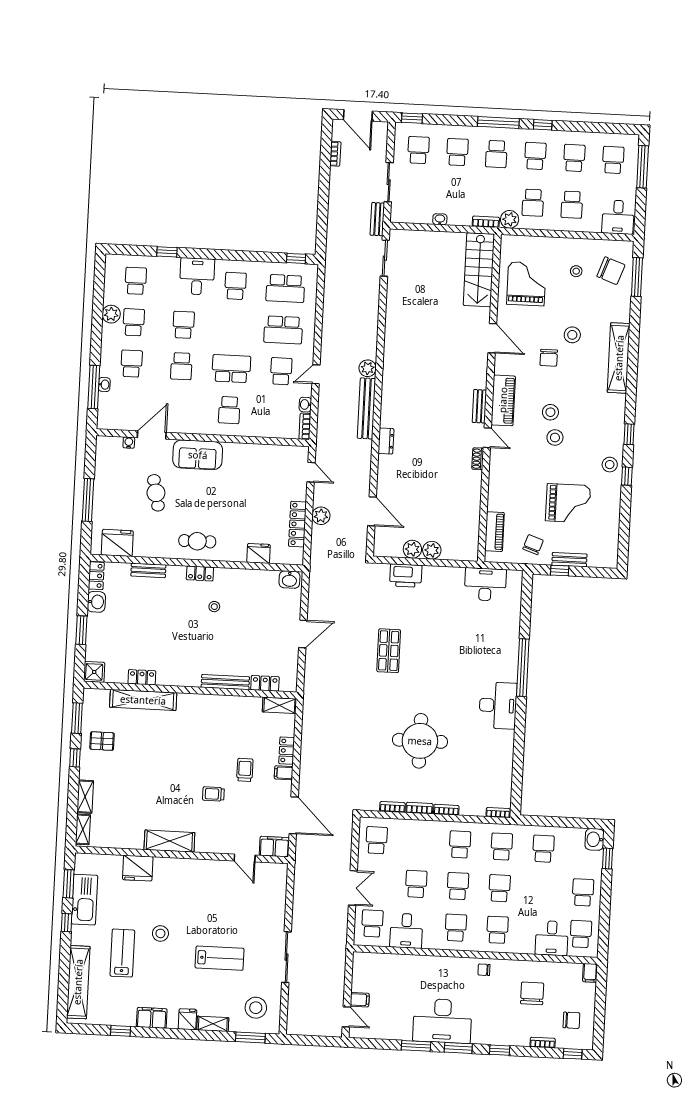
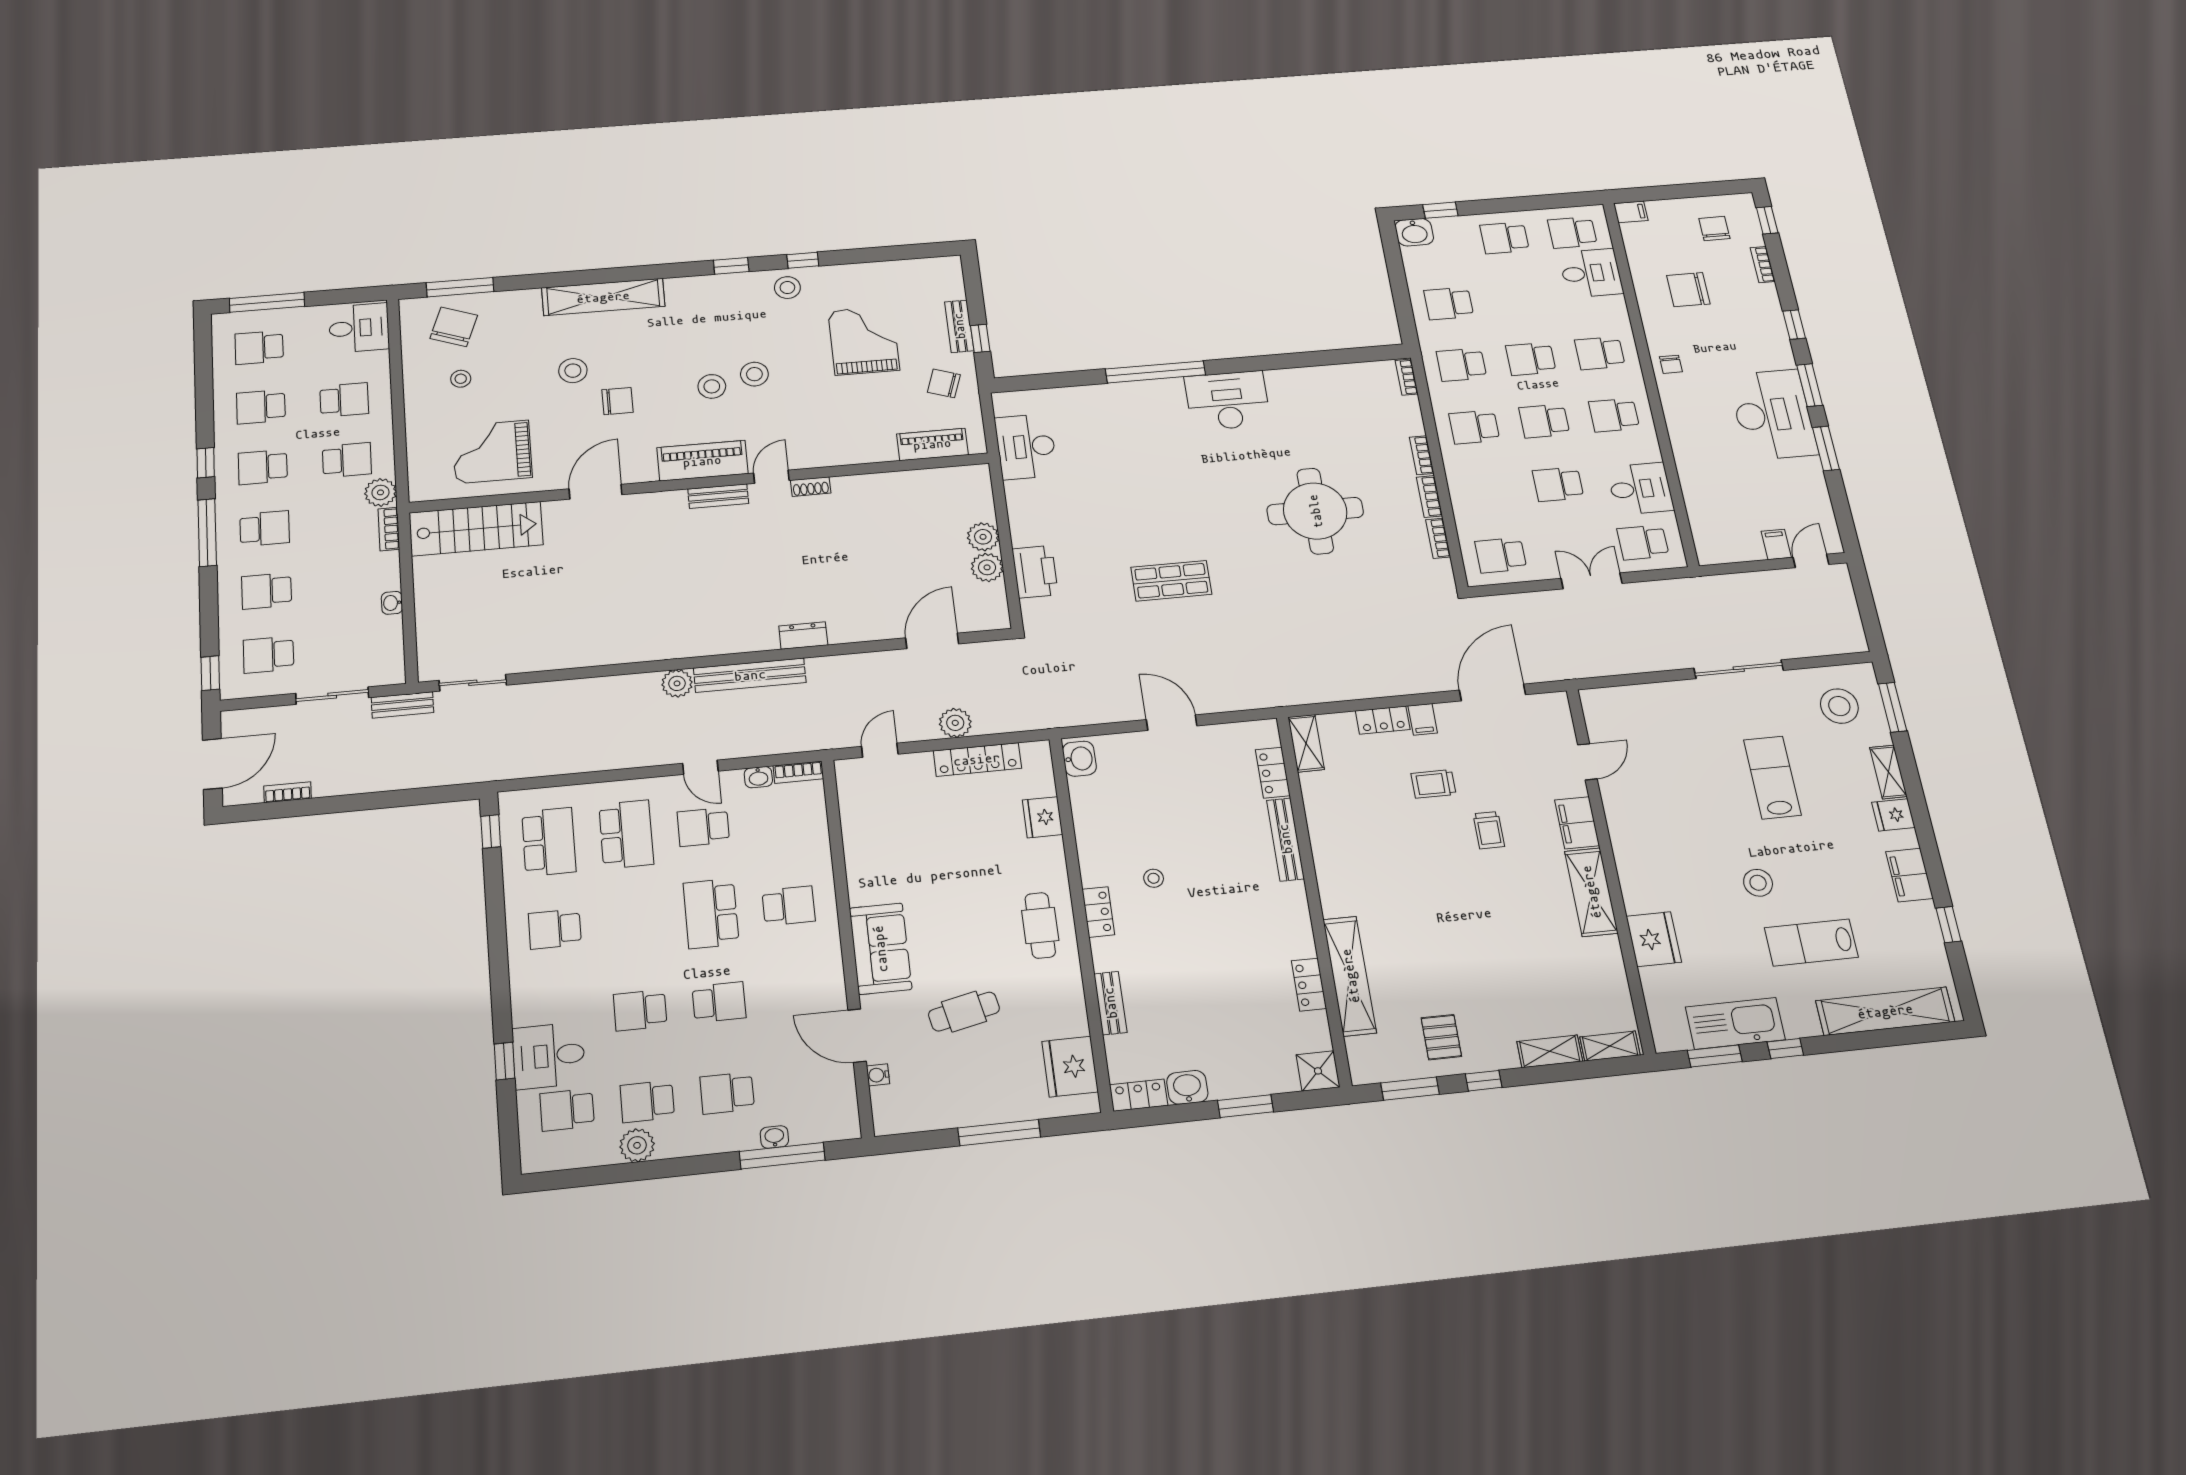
desk: (197, 276) -> (549, 1056), moved
filing cabinet: (274, 847) -> (1577, 823), moved

